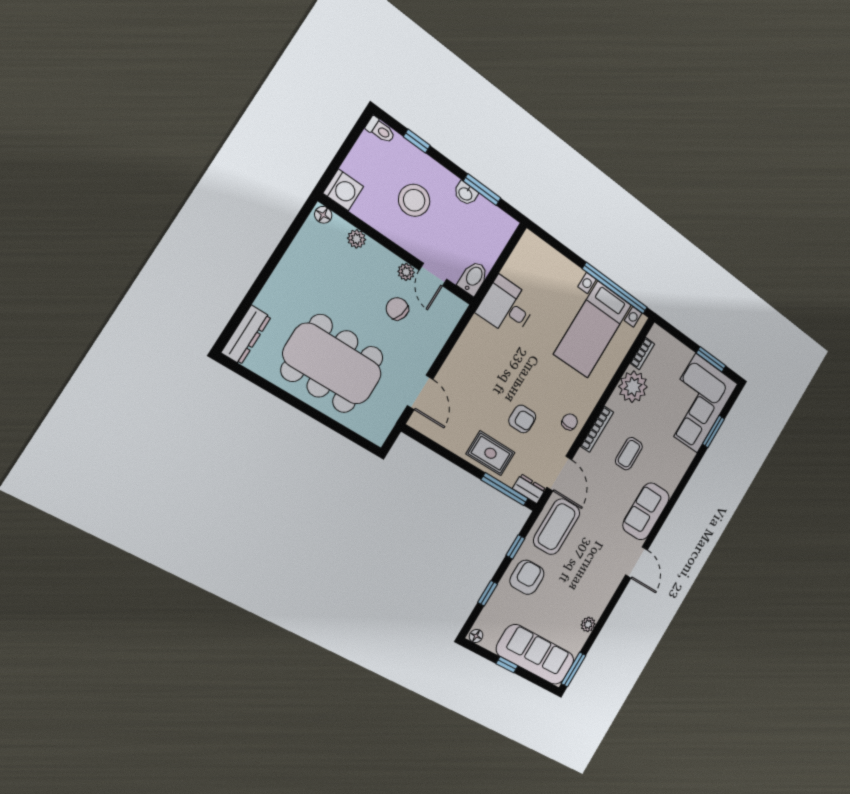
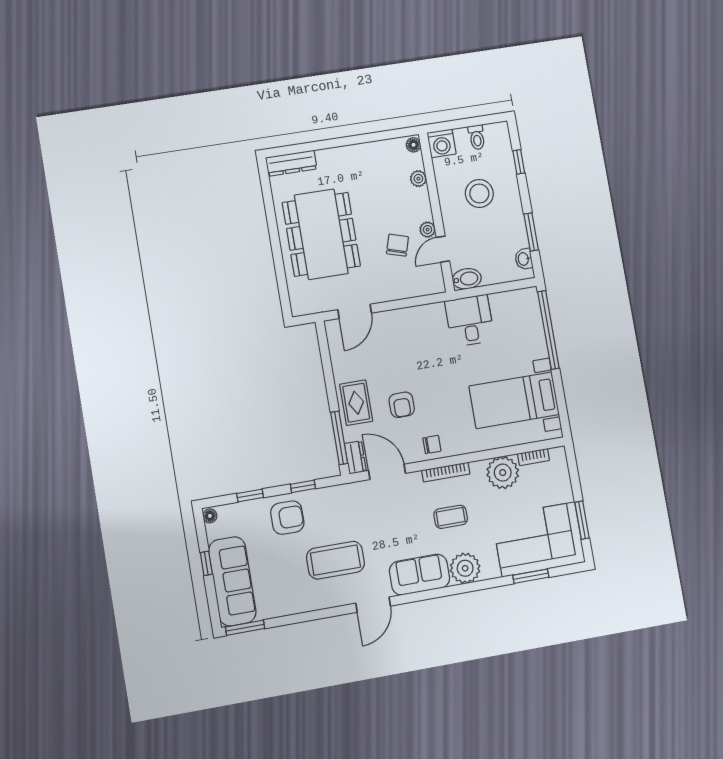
toilet: (380, 130) -> (477, 137), moved
washbasin: (466, 194) -> (524, 259), moved
window: (615, 288) -> (548, 330), moved
door: (559, 474) -> (387, 472), swing flipped
coffee table: (557, 527) -> (335, 560), moved
plant: (588, 624) -> (465, 568), moved, width x1.88, depth x1.88

